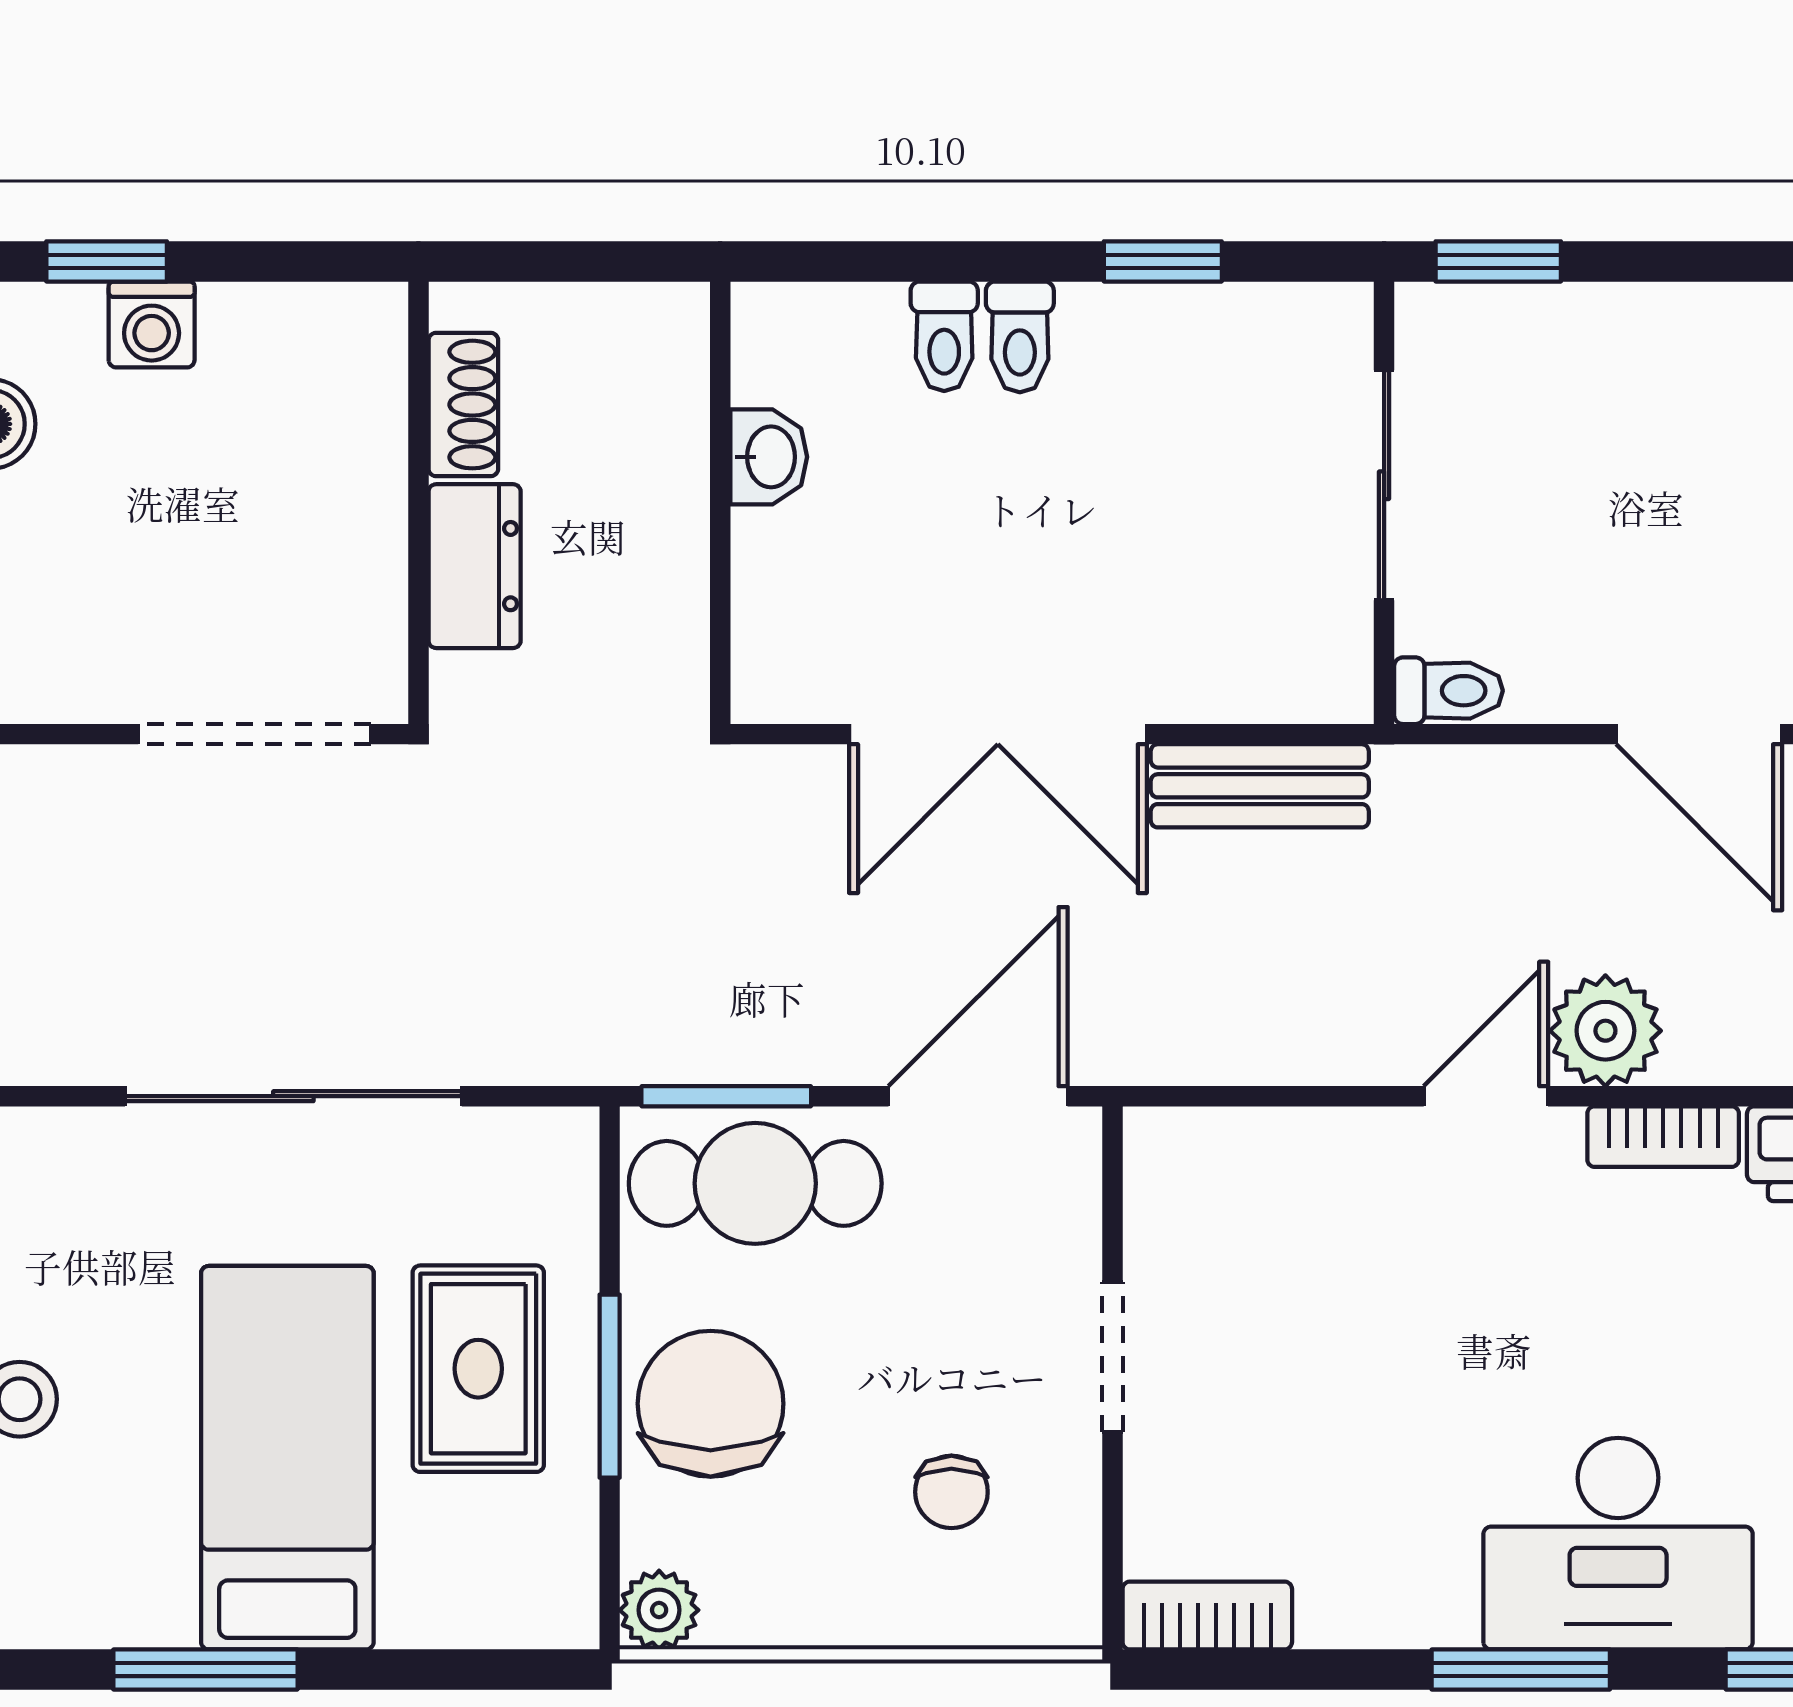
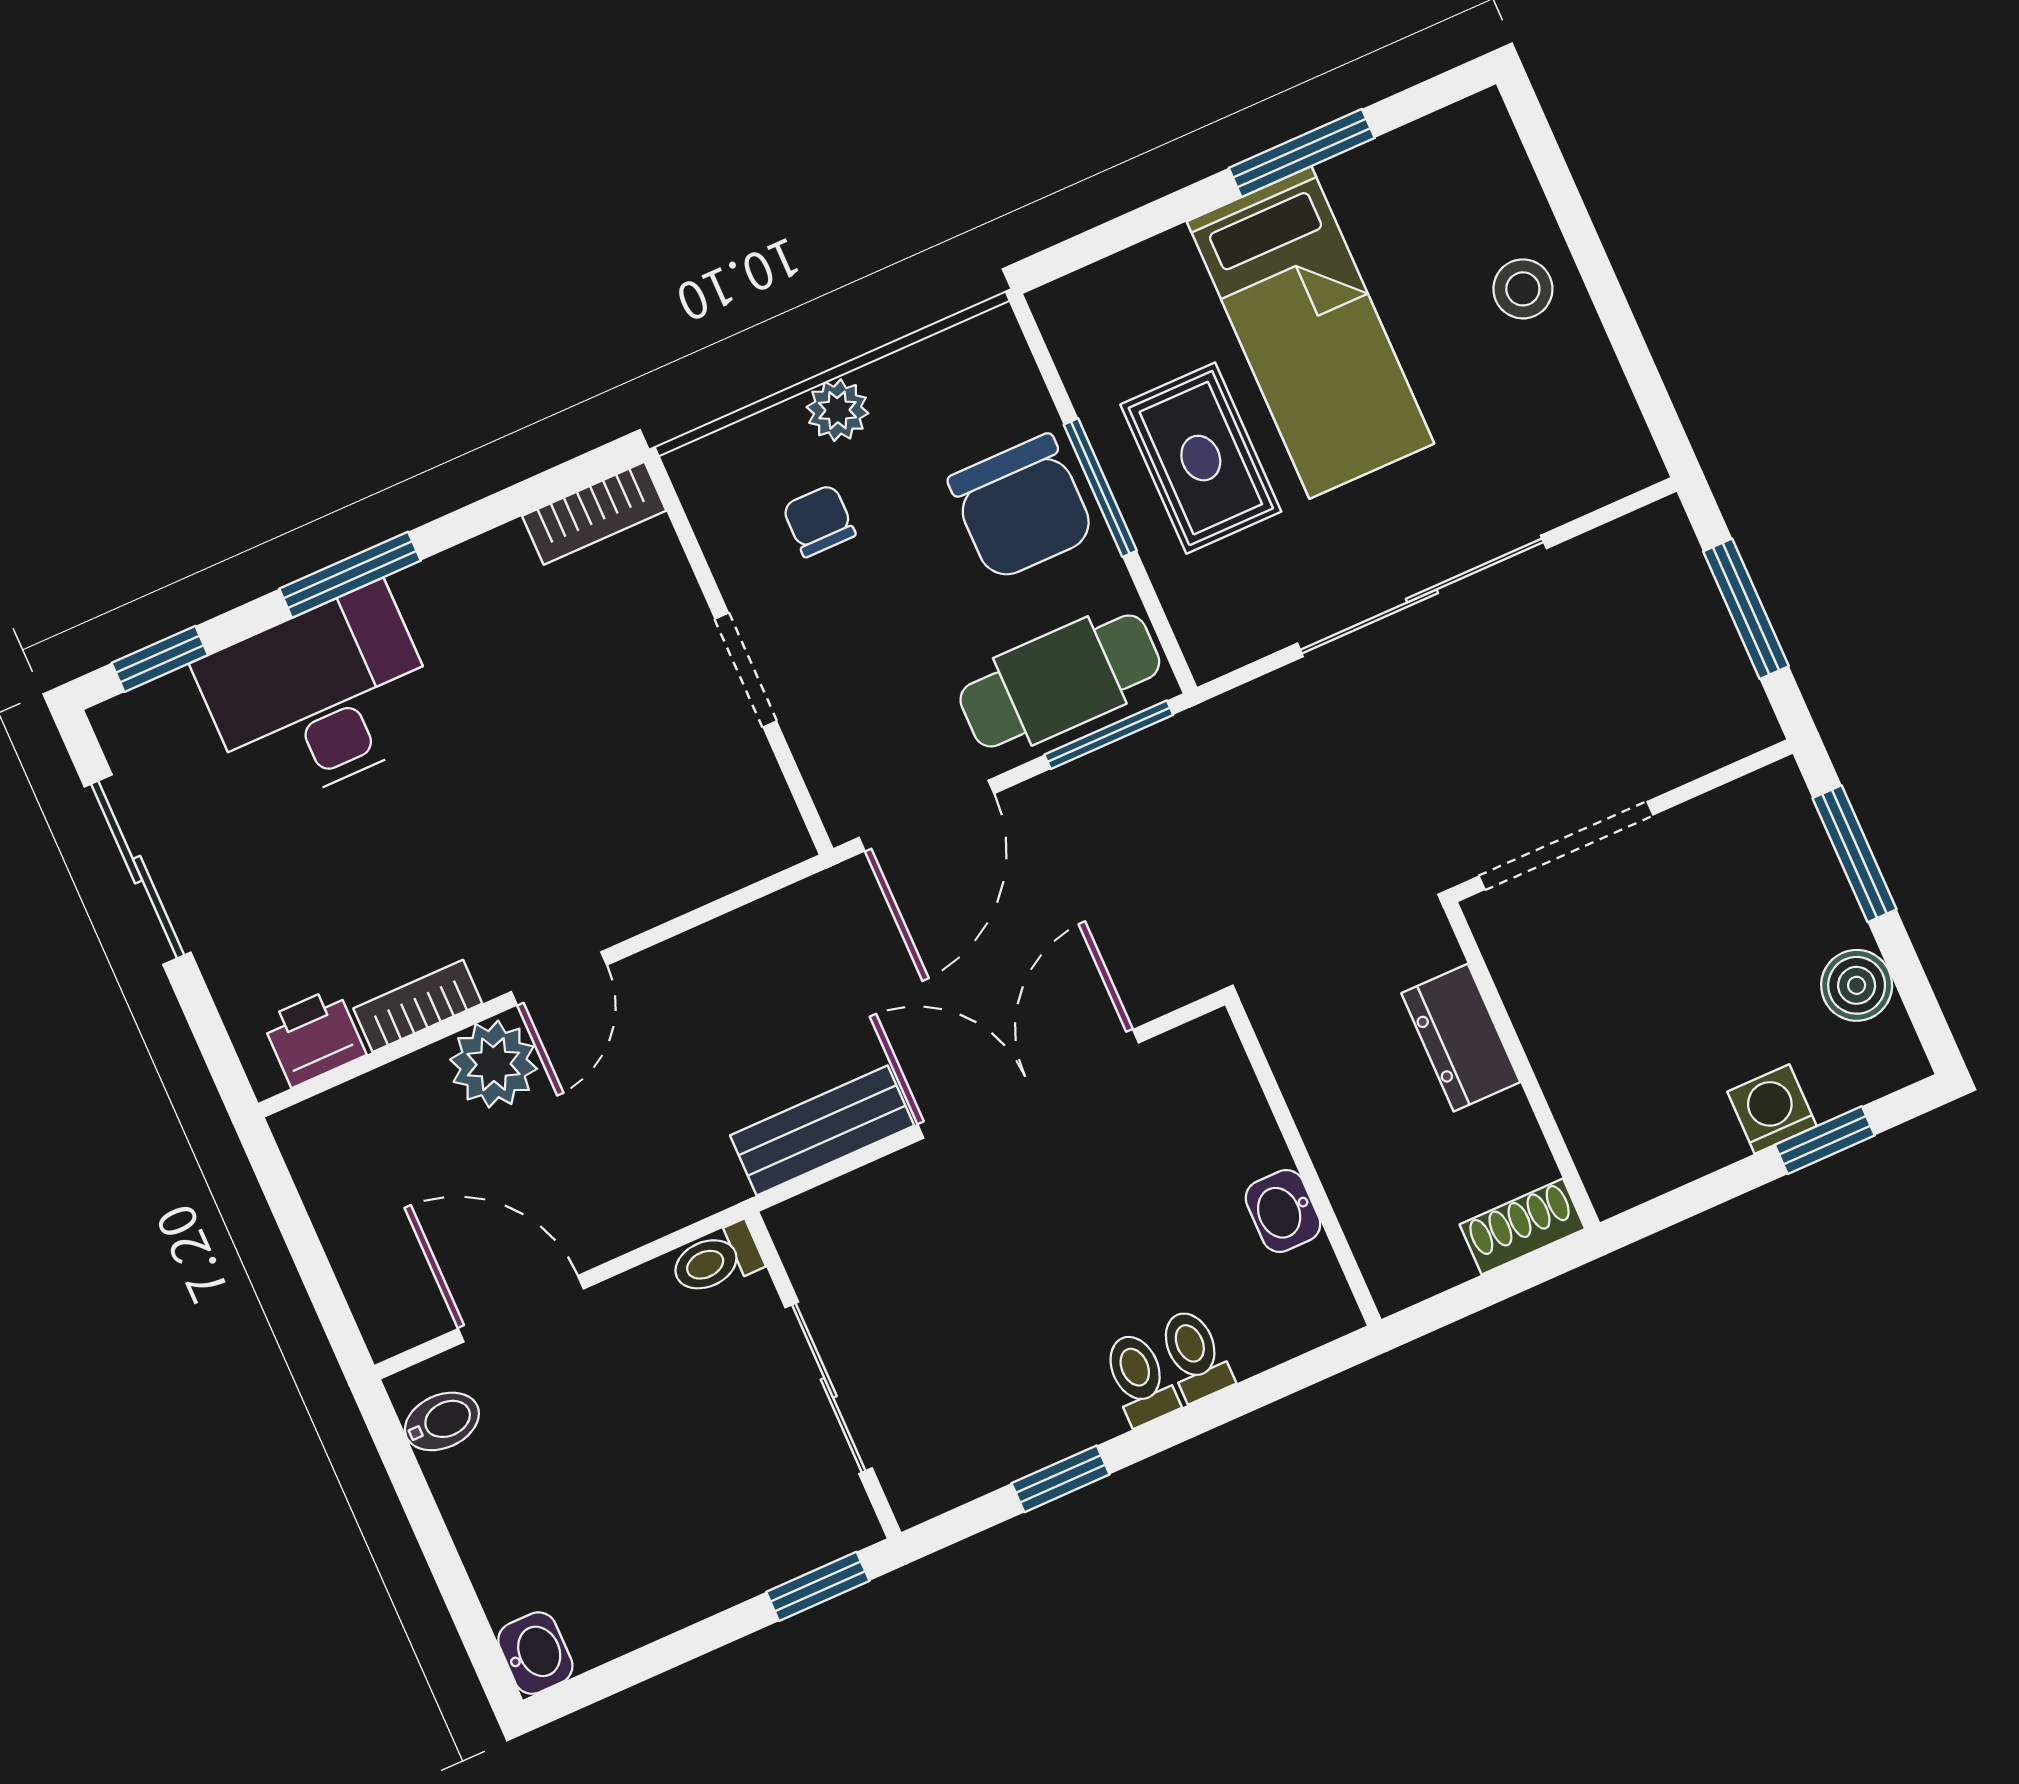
shoe rack: (463, 405) -> (1522, 1227), moved, turned 90
plant: (659, 1610) -> (837, 410), moved

